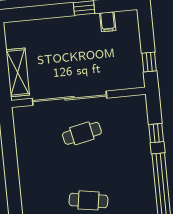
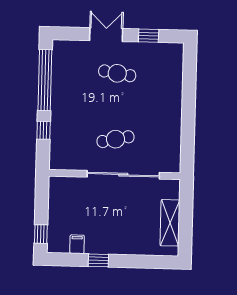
window: (149, 62) -> (41, 234), moved
shelving: (18, 72) -> (170, 223), moved

